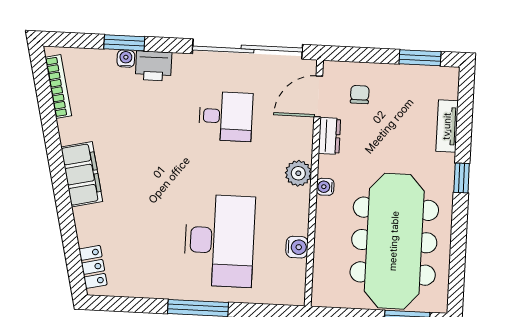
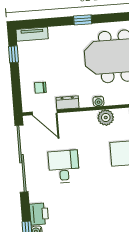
window: (420, 58) -> (14, 54), width x0.67
tv unit: (447, 126) -> (32, 34), moved
plant: (298, 173) -> (106, 118), moved

